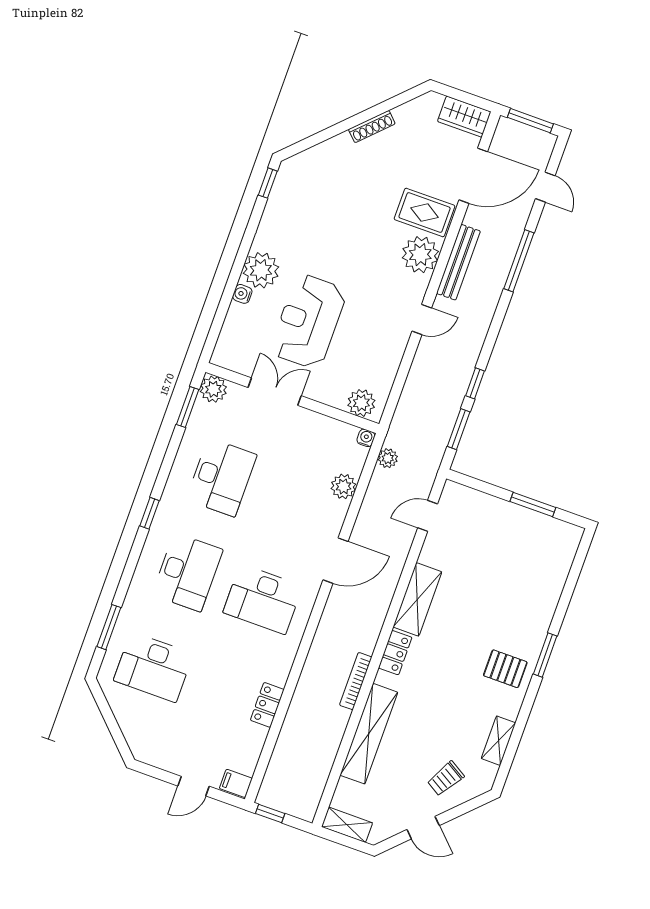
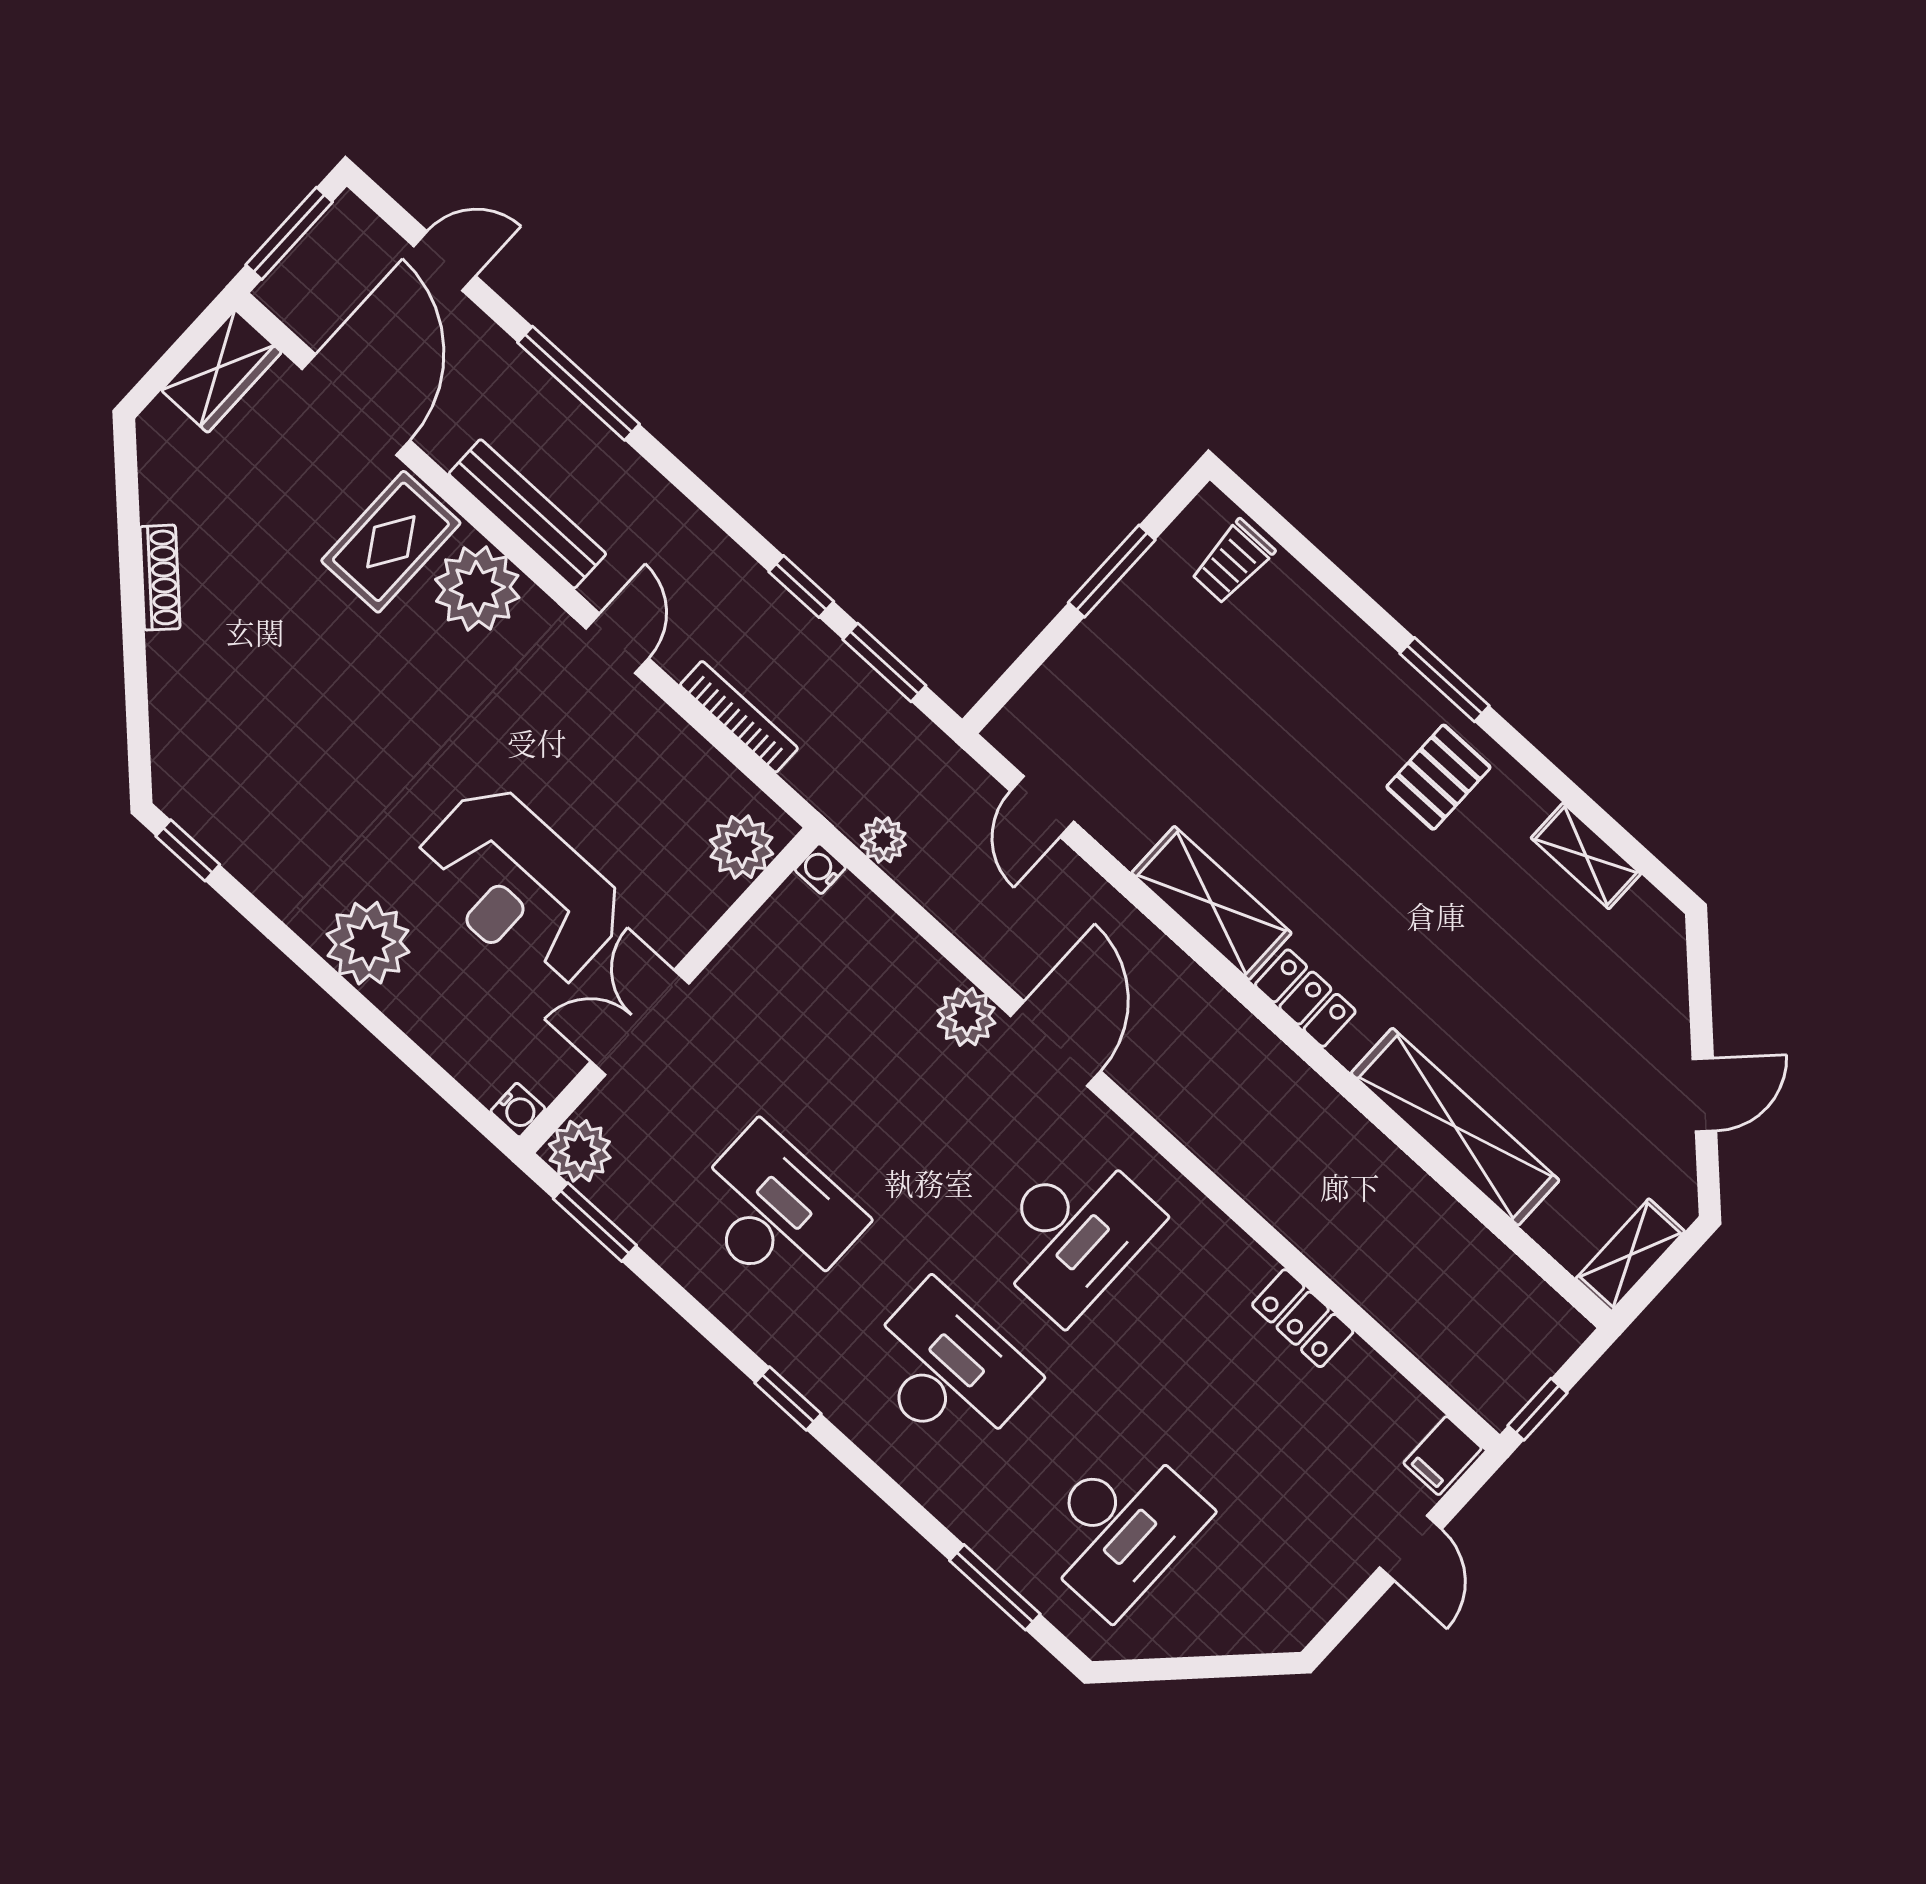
water cooler: (242, 294) -> (518, 1110), moved, turned -90
plant: (343, 486) -> (966, 1017), moved
bookcase: (356, 681) -> (739, 717), moved, turned 180
trolley: (446, 779) -> (1233, 562), moved, turned 59

